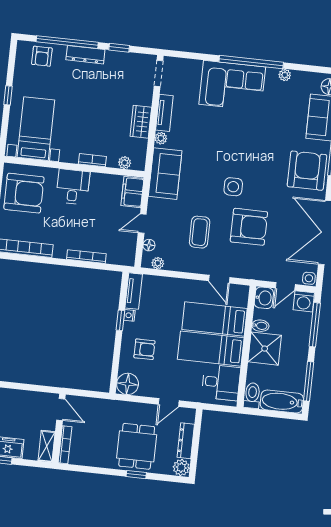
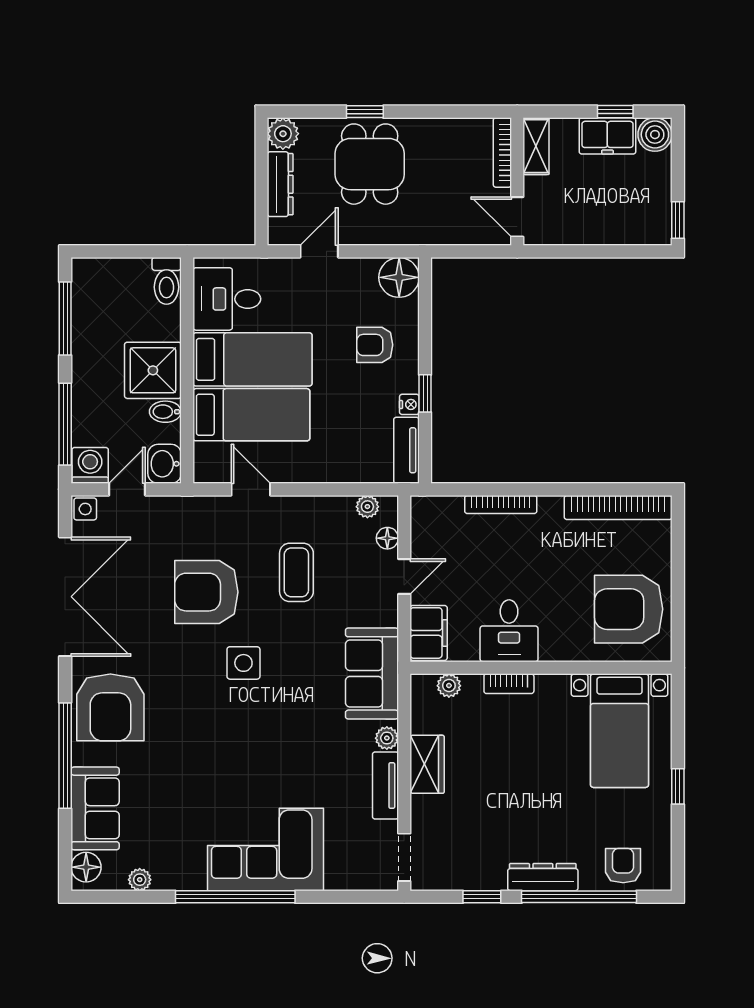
plant: (285, 75) -> (140, 880), moved
desk: (73, 187) -> (509, 631), moved
bathtub: (282, 401) -> (110, 276), removed

